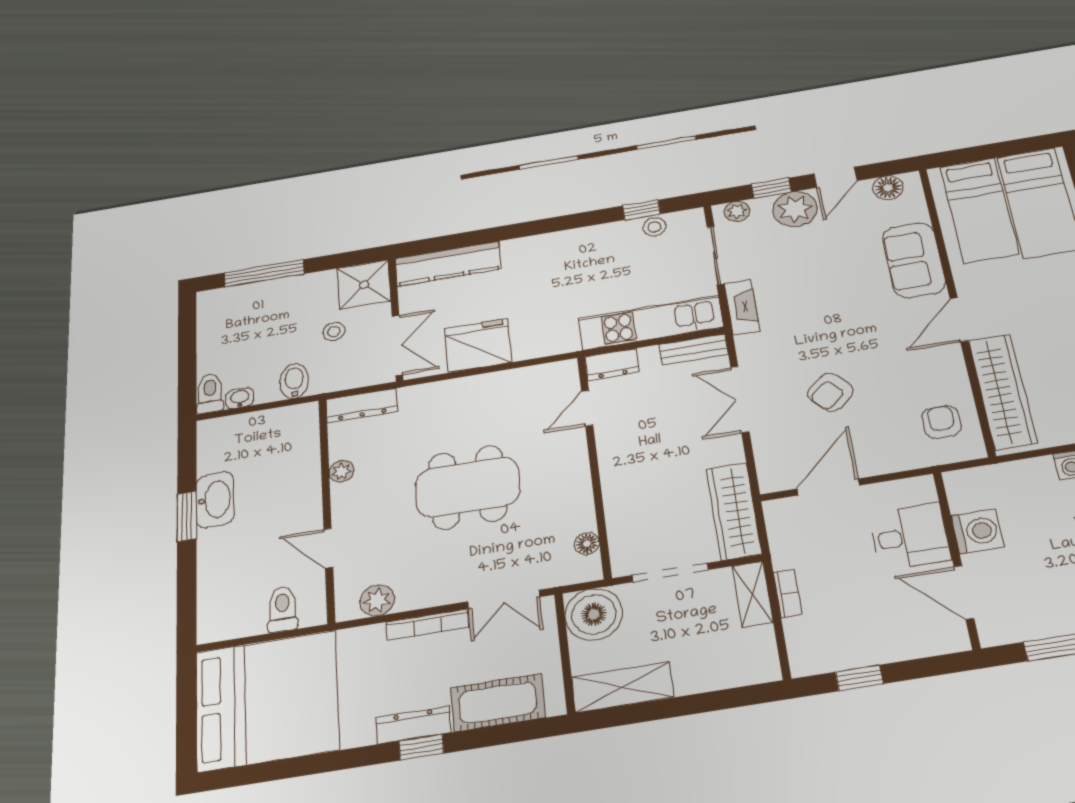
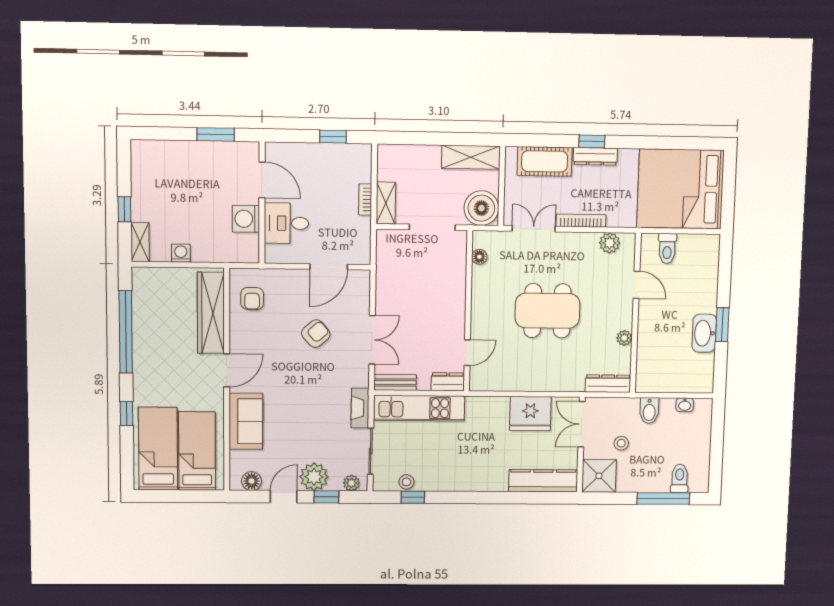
toilet: (210, 393) -> (680, 478), moved, turned 180
wardrobe: (734, 511) -> (388, 261), removed

